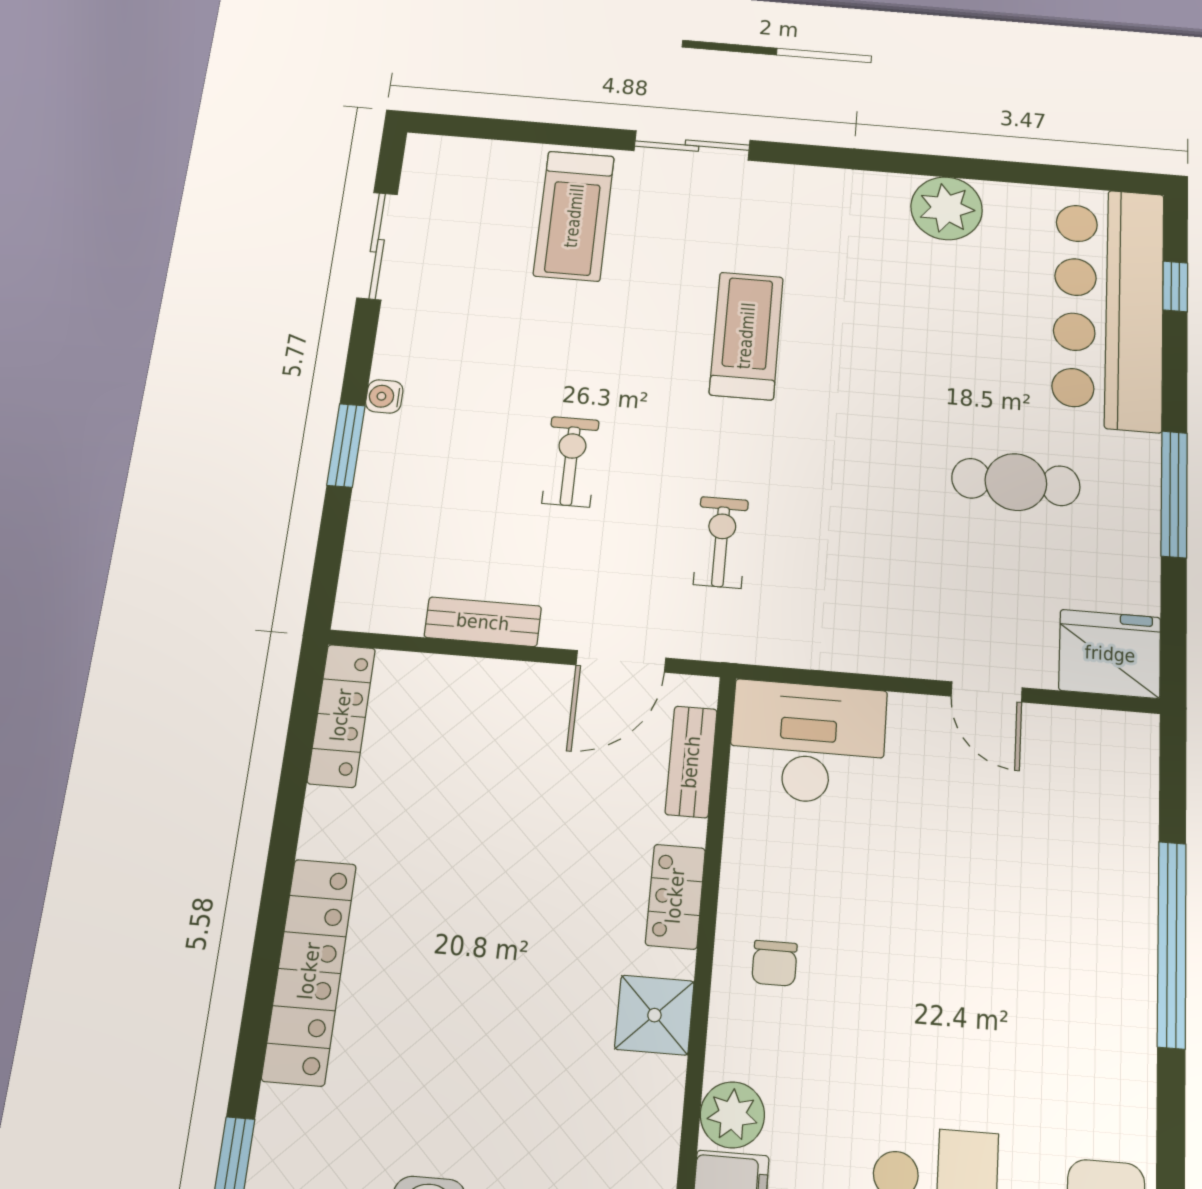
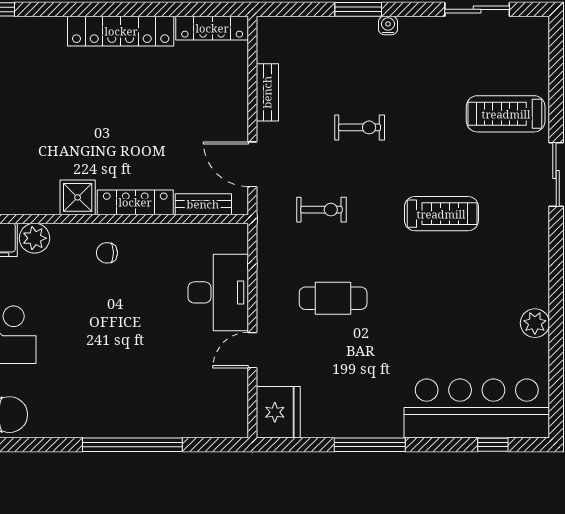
plant: (947, 208) -> (535, 323), width x0.73, depth x0.73
cafe table: (1016, 482) -> (333, 298), moved, turned 90
desk: (808, 742) -> (218, 292), moved
locker: (675, 896) -> (135, 202), width x1.53
locker: (309, 971) -> (121, 31), moved

